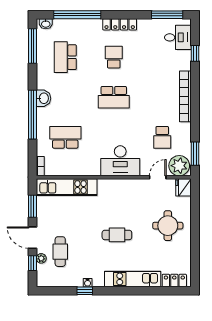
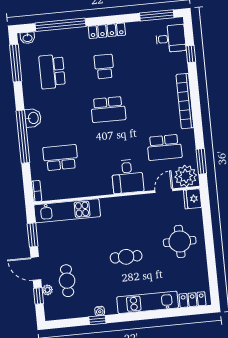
school desk: (162, 137) -> (164, 147), width x1.85
desk: (120, 161) -> (127, 176), width x0.73

